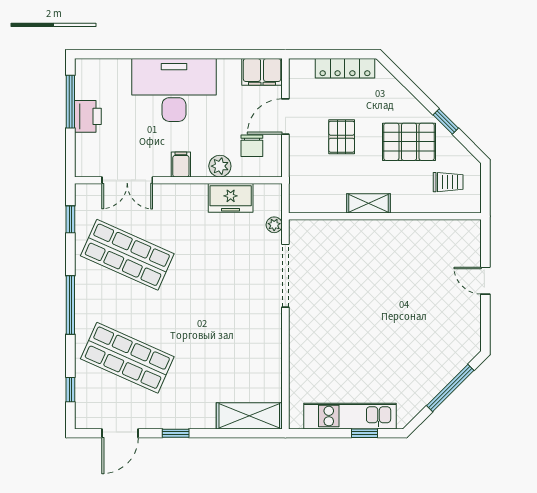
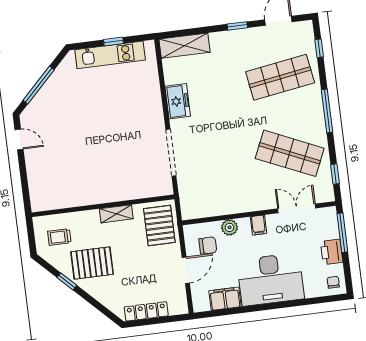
filing cabinet: (262, 72) -> (225, 299), moved
chair: (91, 76) -> (333, 282), added
window: (70, 102) -> (342, 233), moved
pallet: (342, 137) -> (159, 226), moved, width x1.50, depth x1.42
chair: (252, 146) -> (208, 245), turned 90
freezer: (231, 198) -> (178, 101), moved, turned 90
plant: (274, 225) -> (184, 189), removed
door: (485, 281) -> (19, 139), moved
shop shelf: (127, 358) -> (280, 77), turned -33
window: (364, 433) -> (113, 42), moved

